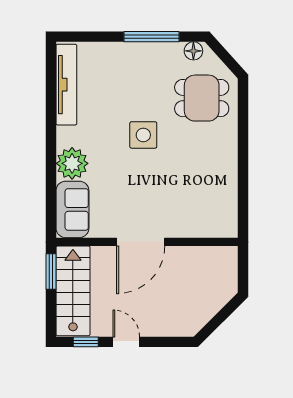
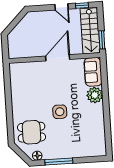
tv unit: (66, 85) -> (100, 135), removed

